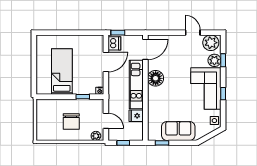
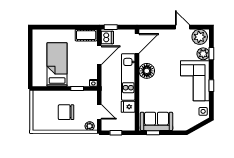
cot: (92, 41) -> (86, 35), added
chair: (71, 121) -> (66, 112), turned 90
sofa: (178, 131) -> (157, 121), moved

